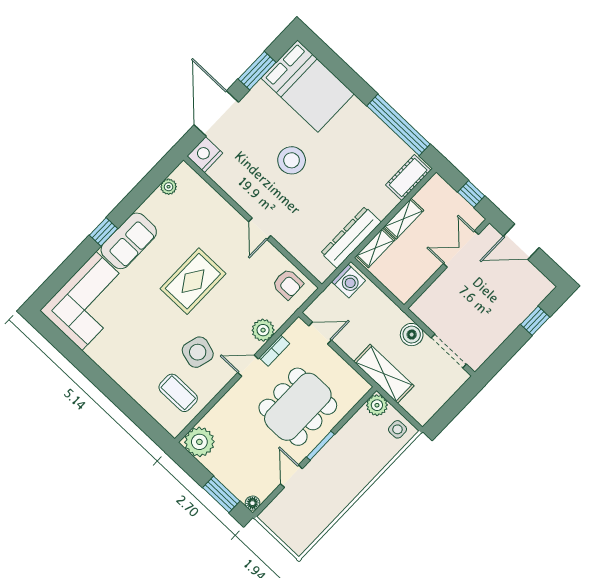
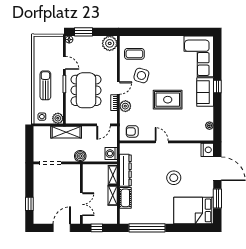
cot: (408, 178) -> (125, 198), moved
rug: (193, 281) -> (168, 100), turned 90
boiler: (412, 335) -> (80, 156), moved
sun lounger: (350, 470) -> (45, 85), added

